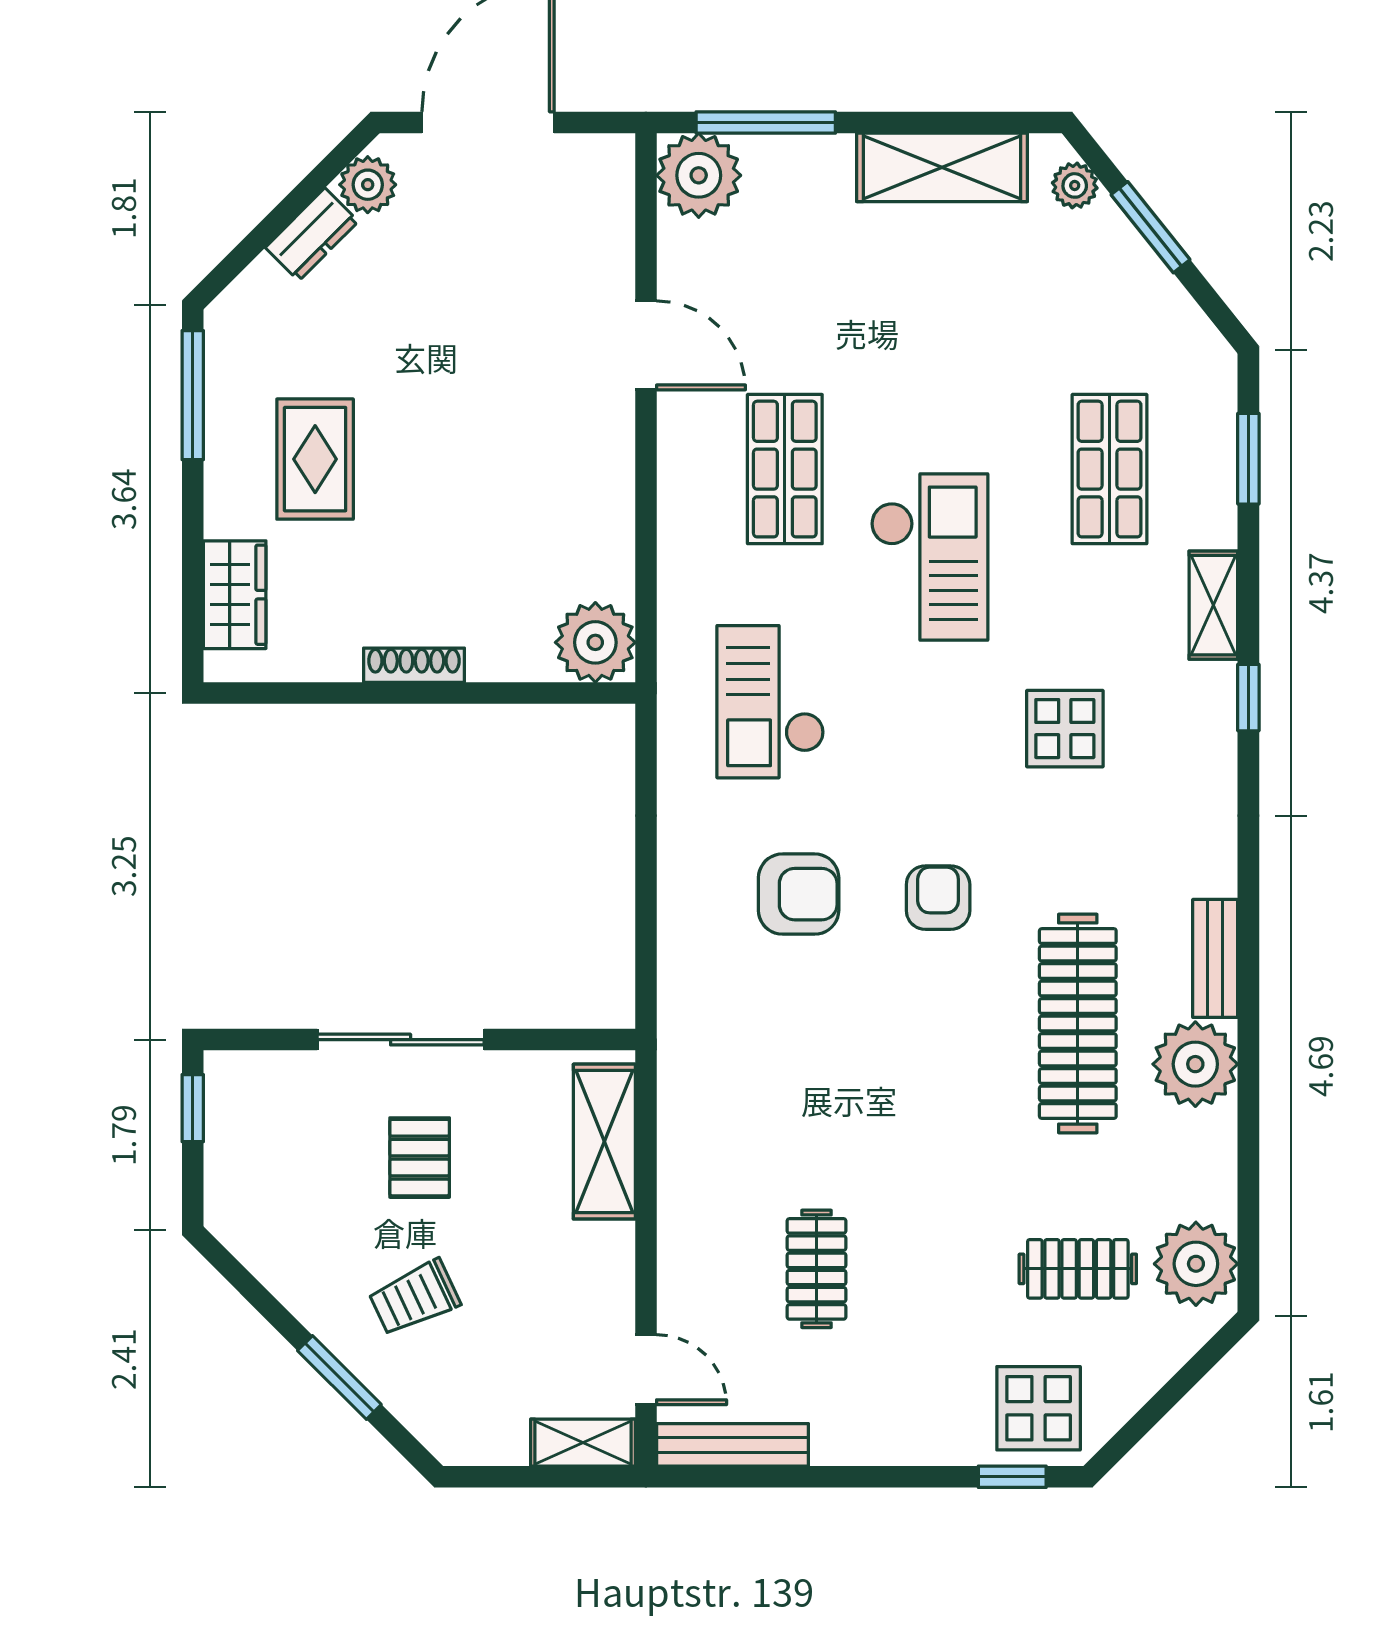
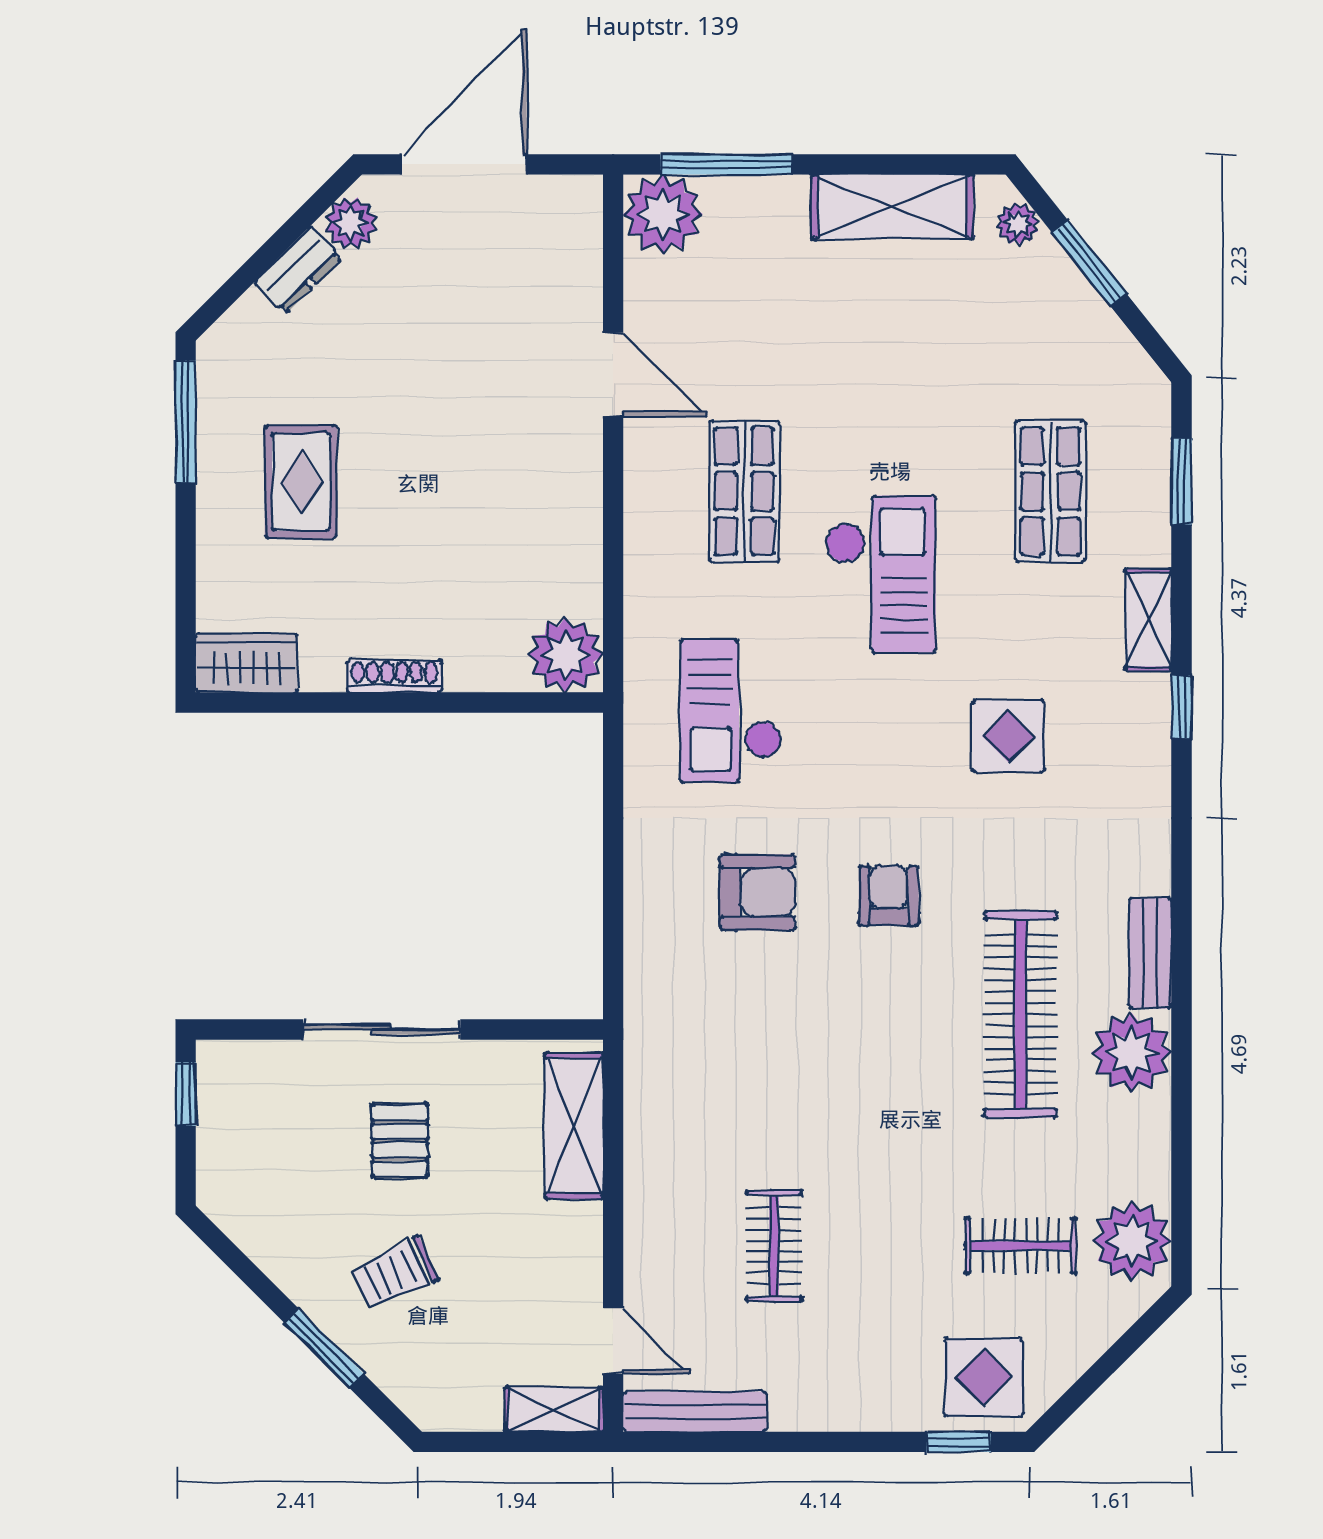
wardrobe: (235, 595) -> (247, 663), moved, turned -90

